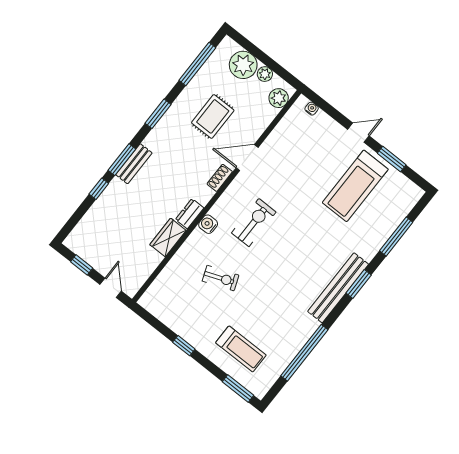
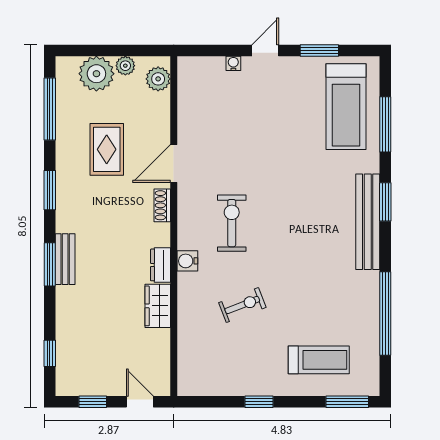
water cooler: (312, 109) -> (233, 63), moved
treadmill: (355, 186) -> (346, 107), moved
window: (99, 189) -> (50, 353), moved

